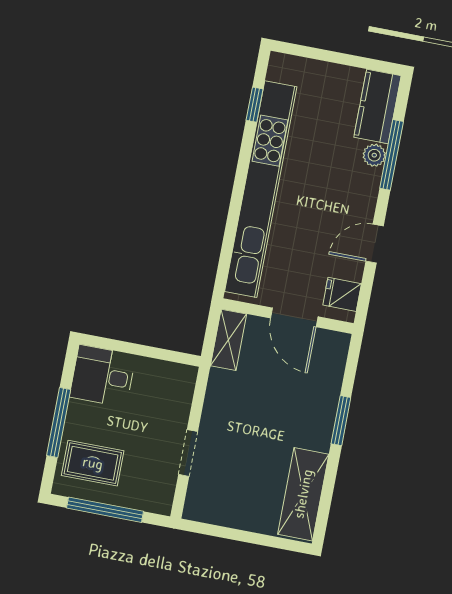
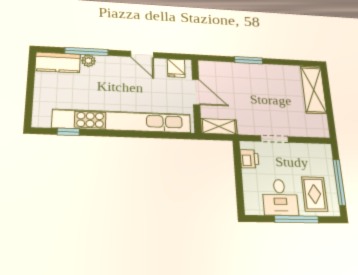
door: (294, 317) -> (196, 92), hinge flipped
printer: (167, 375) -> (249, 159), added
desk: (103, 376) -> (280, 197), moved
doorway: (188, 453) -> (274, 139), moved
shelving: (303, 494) -> (314, 90), moved, turned 90

